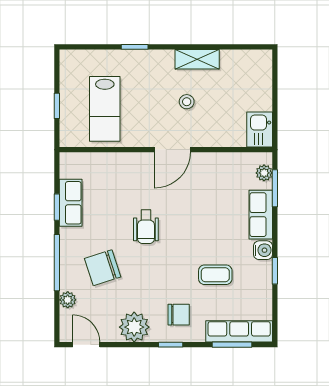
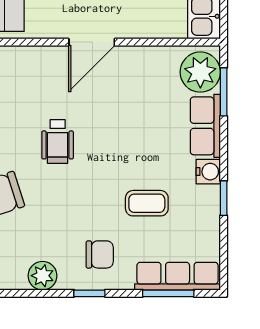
plant: (264, 173) -> (200, 72), width x1.87, depth x1.87
plant: (134, 327) -> (43, 276), width x0.73, depth x0.73

